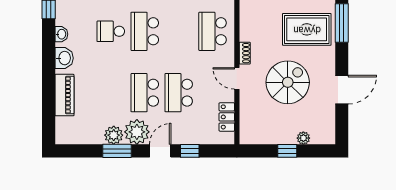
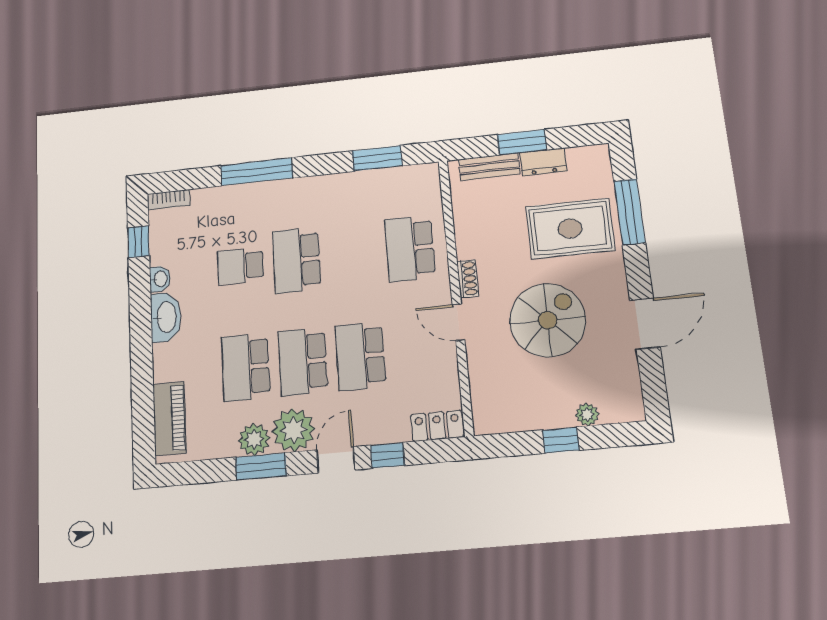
washbasin: (64, 58) -> (166, 317), width x1.38
school desk: (111, 93) -> (246, 367), added
piano: (64, 95) -> (170, 418), moved
locker: (227, 117) -> (437, 426), moved, turned 90

